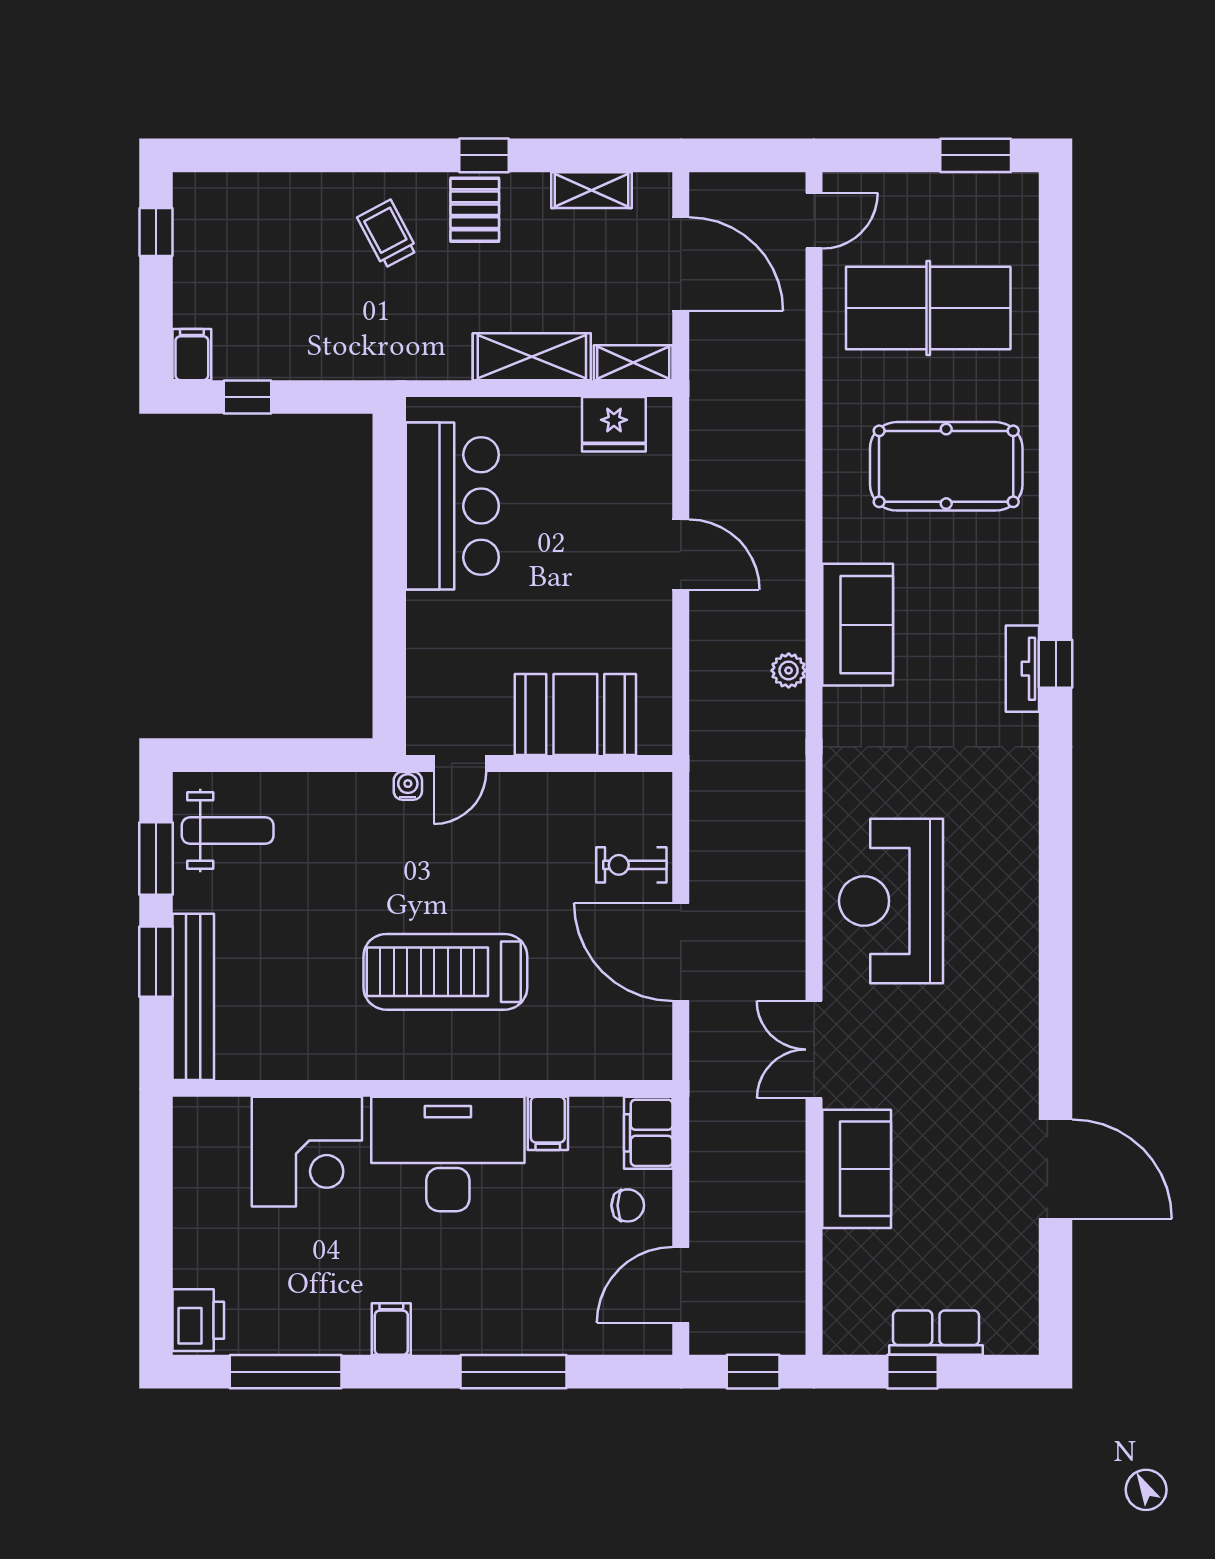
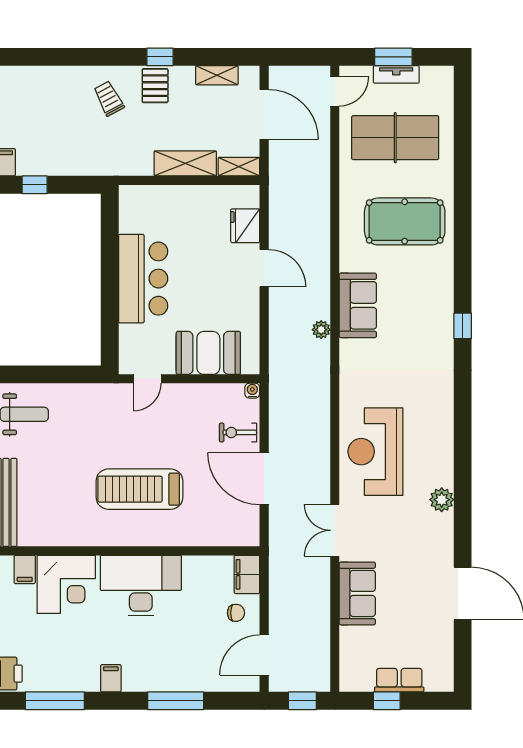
window: (976, 155) -> (393, 57), moved
fridge: (614, 424) -> (245, 226), moved, turned 90
bar counter: (452, 506) -> (143, 279), moved
tv unit: (1022, 669) -> (396, 74), moved, turned -90
water cooler: (408, 786) -> (252, 391), moved
plant: (1016, 992) -> (442, 500), added
filing cabinet: (548, 1123) -> (25, 569), moved

